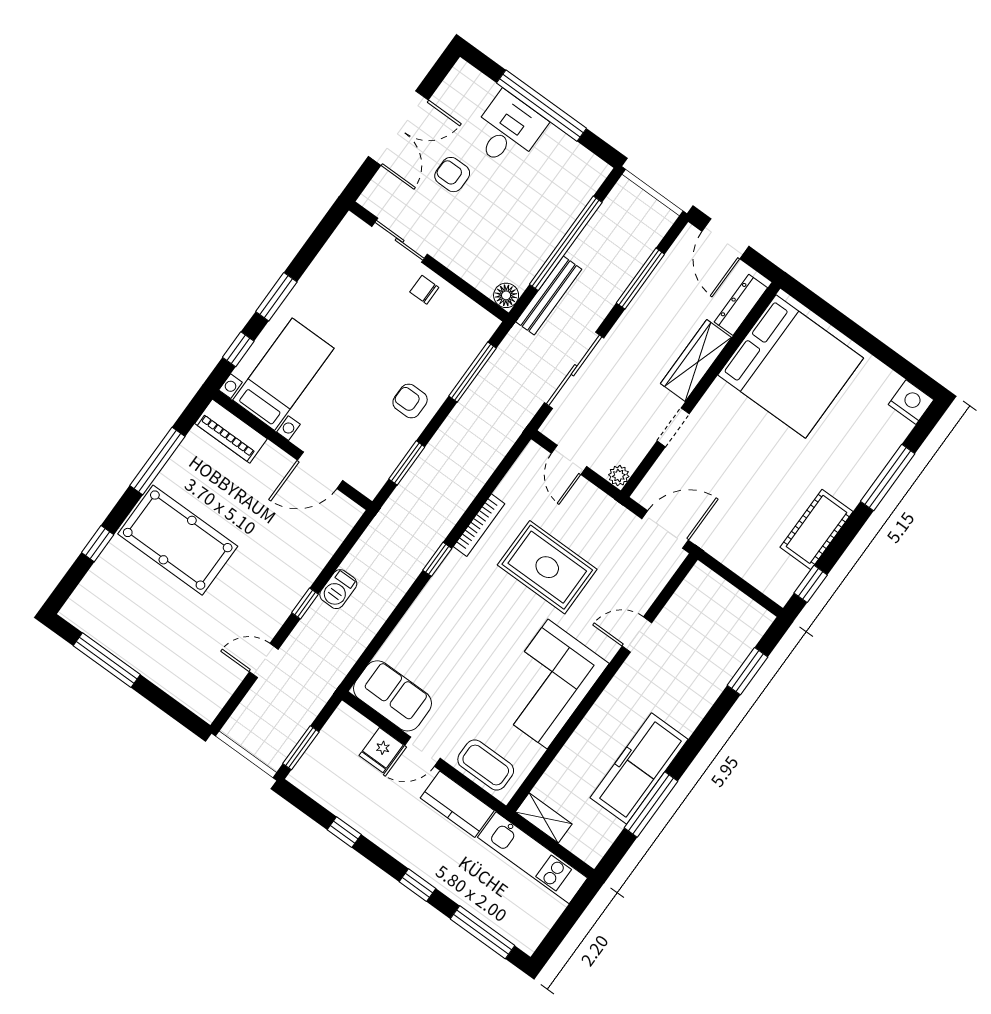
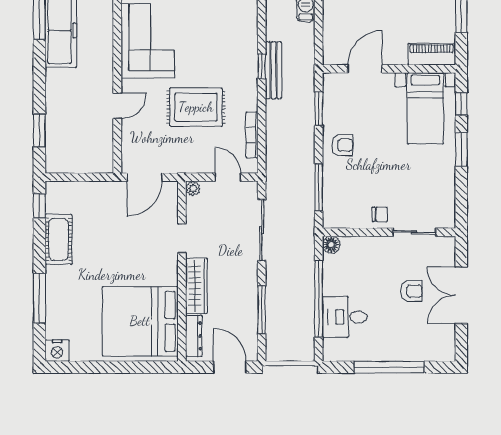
desk: (508, 130) -> (345, 317), moved, turned 90
bench: (549, 295) -> (273, 70), moved
bookcase: (479, 525) -> (252, 135), moved

